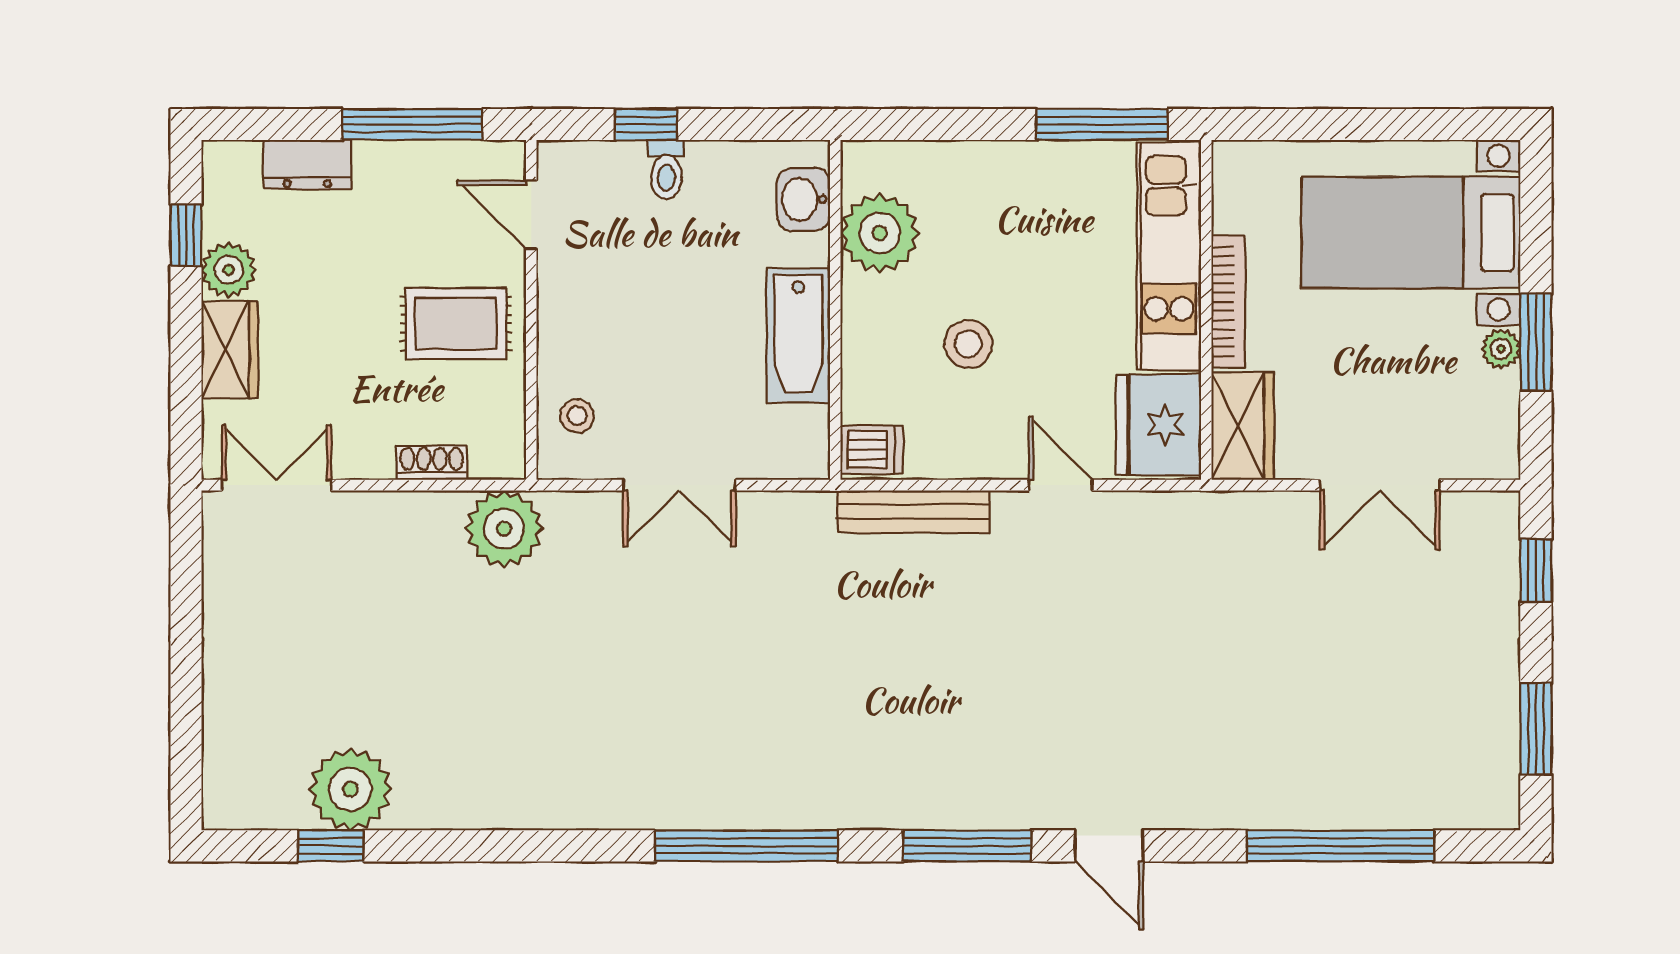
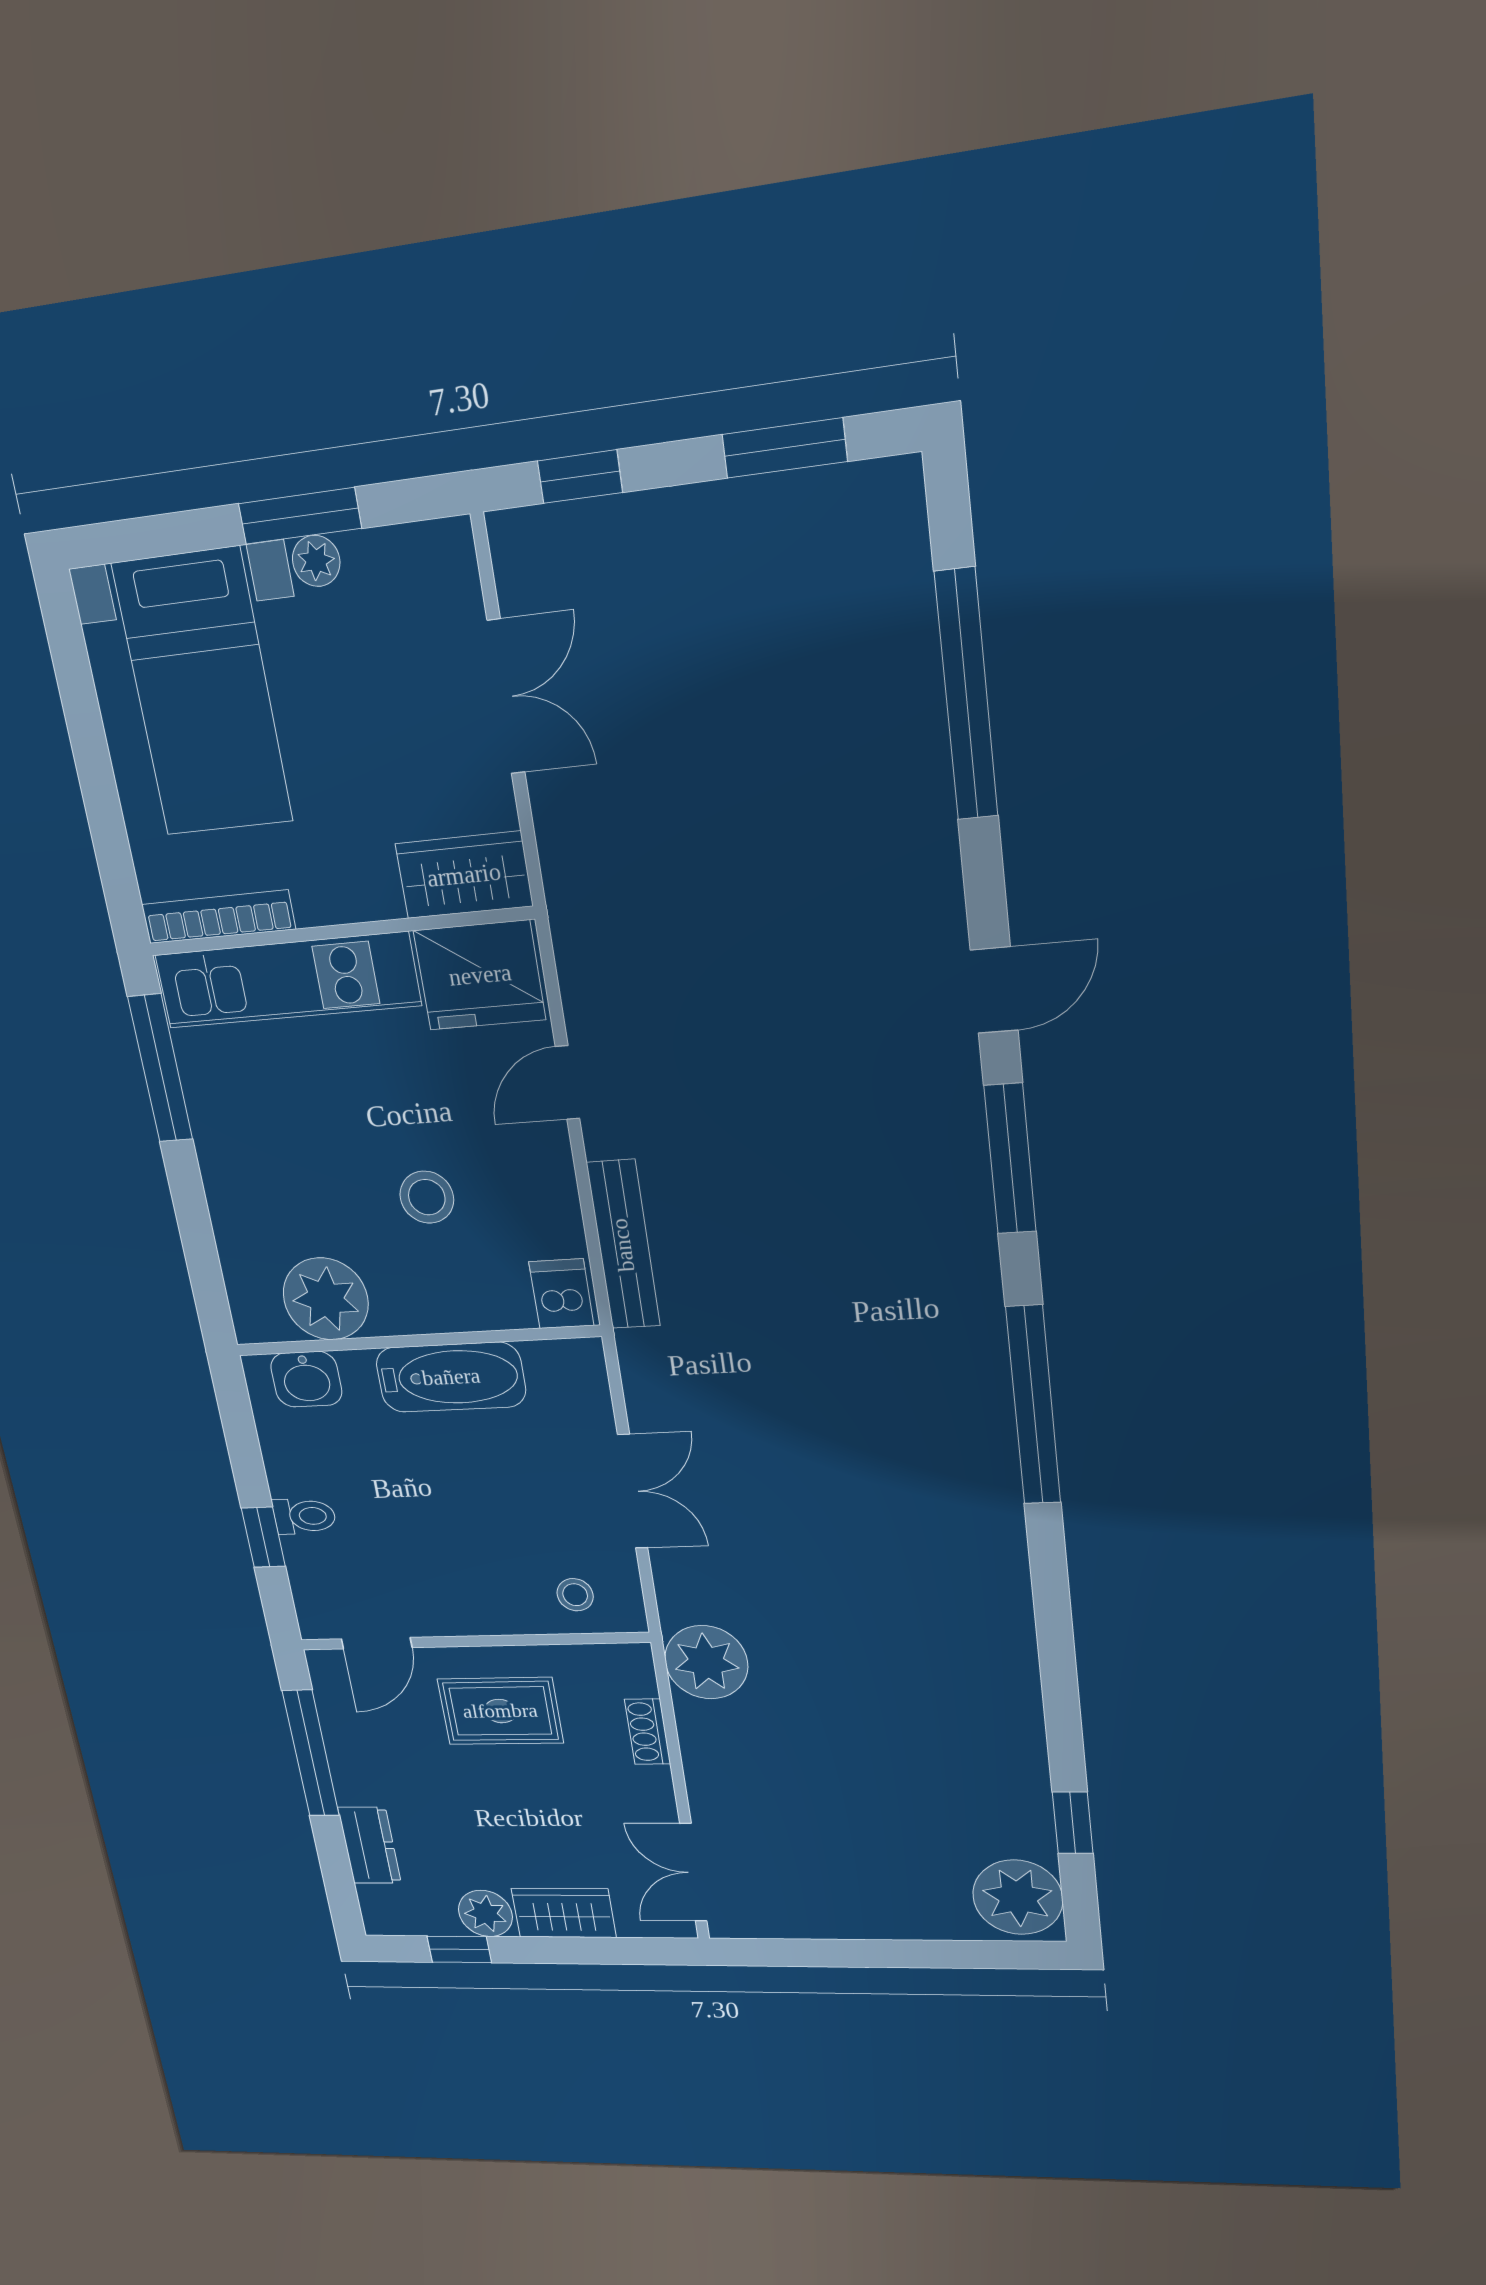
bookcase: (1228, 302) -> (218, 917), moved
rug: (456, 324) -> (500, 1711), turned 90
plant: (351, 789) -> (1018, 1897), moved

